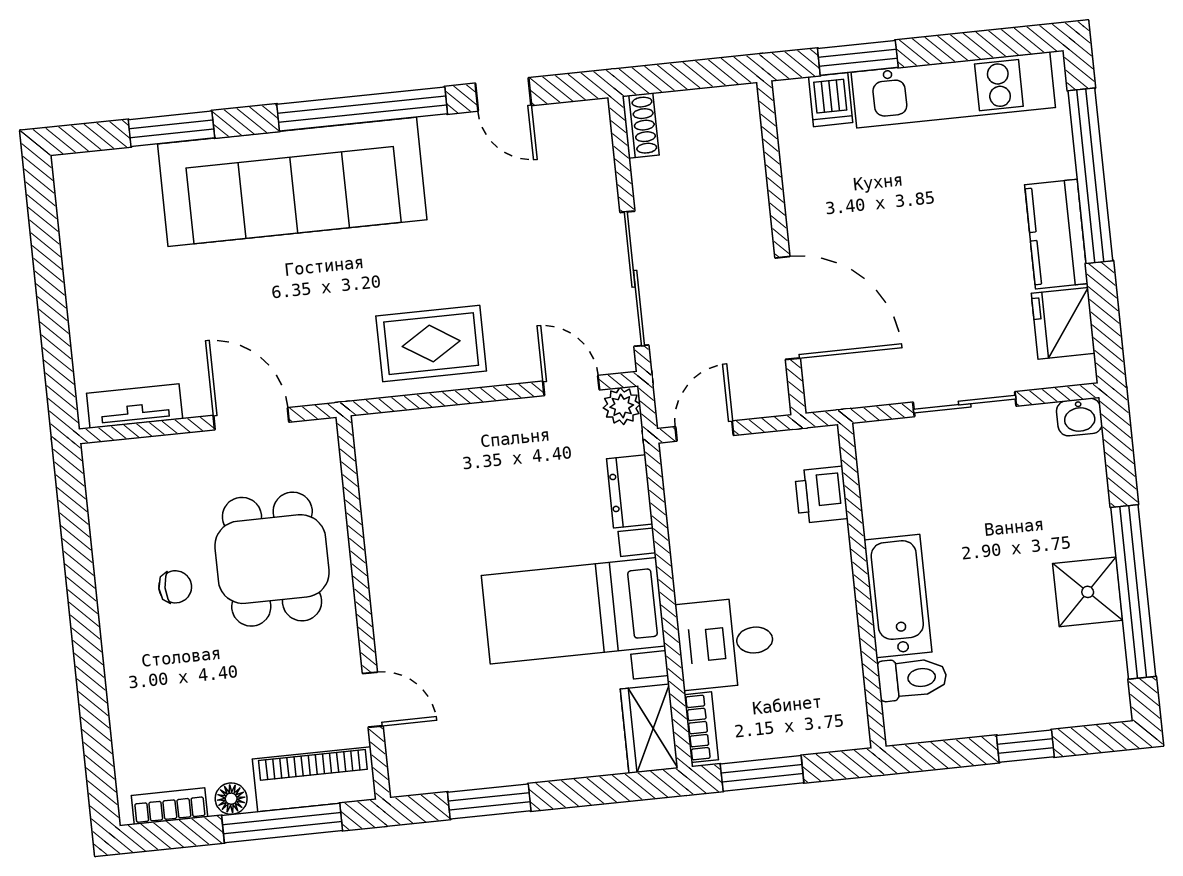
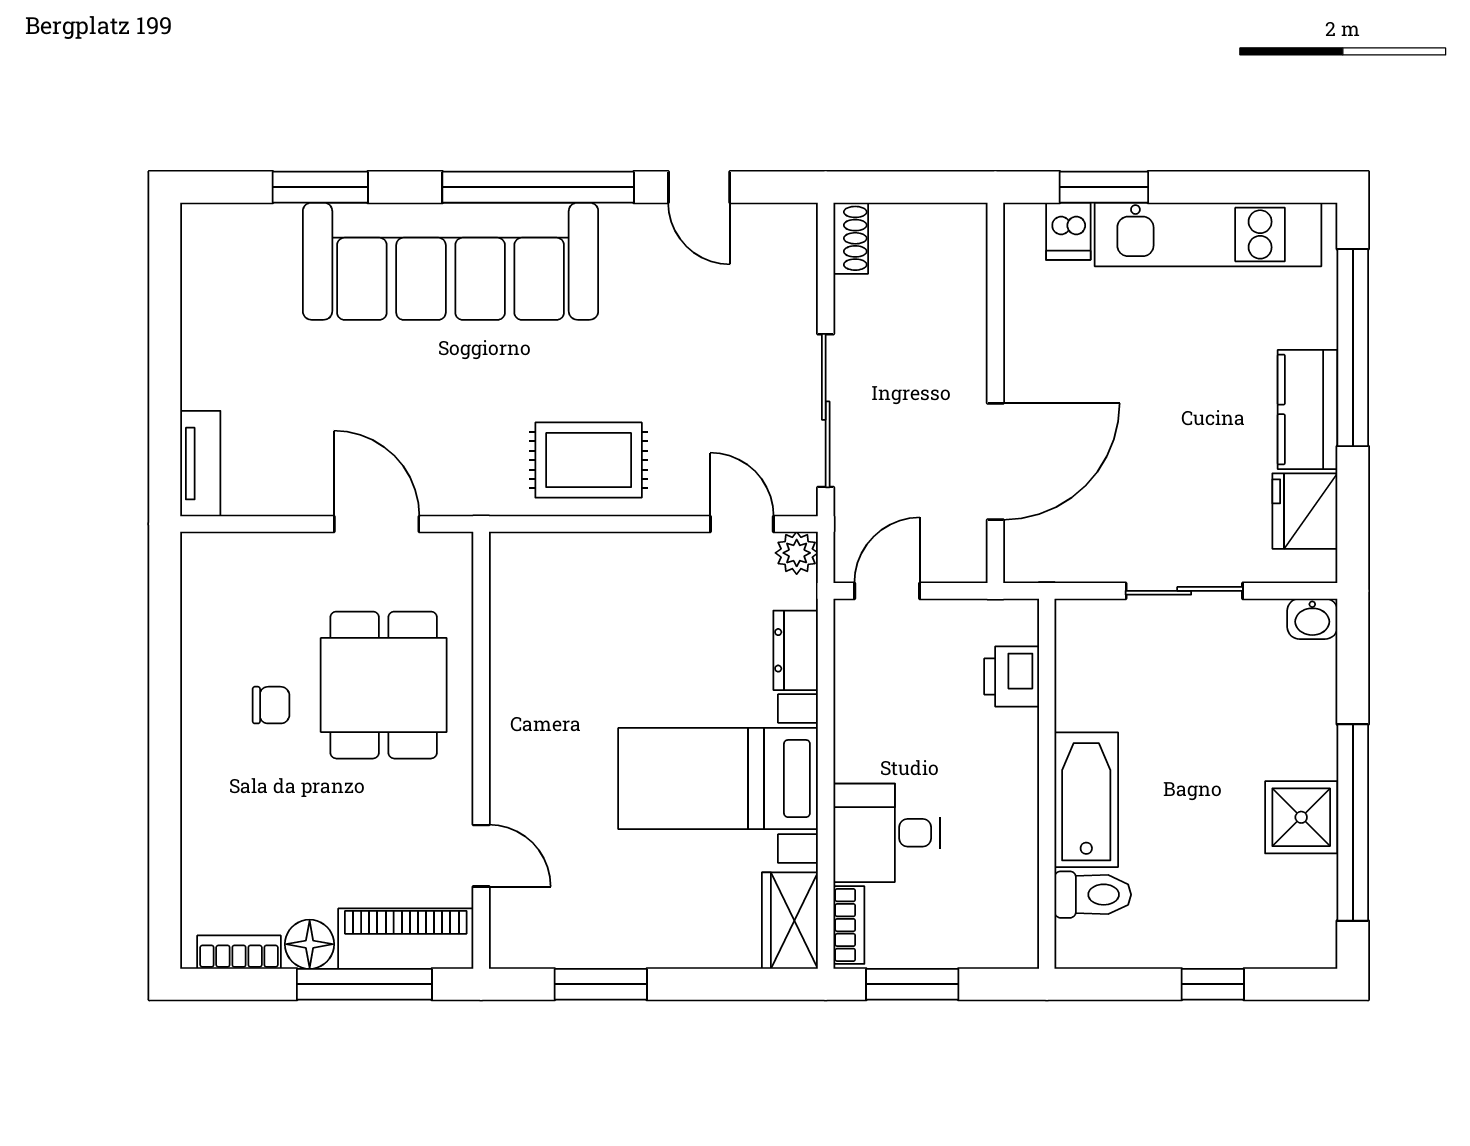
door: (788, 308) -> (995, 462), hinge flipped
tv unit: (135, 406) -> (200, 464), moved, turned 90
floor lamp: (231, 799) -> (310, 944), width x1.37, depth x1.37

